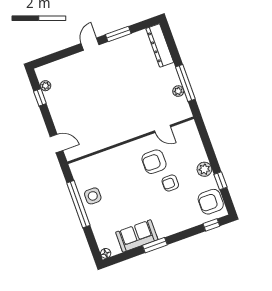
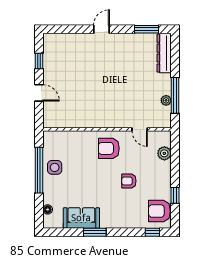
window: (118, 34) -> (146, 29), moved
plant: (45, 86) -> (48, 52), removed
door: (57, 144) -> (39, 93), moved
armchair: (154, 162) -> (109, 148), moved
plant: (204, 169) -> (164, 153), moved
floor lamp: (106, 253) -> (48, 209), moved

